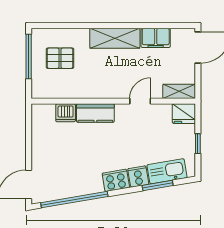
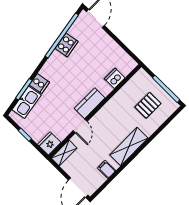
filing cabinet: (156, 38) -> (107, 169), width x0.50
kitchen counter: (95, 113) -> (90, 103), moved
cooker: (116, 180) -> (67, 45), moved

